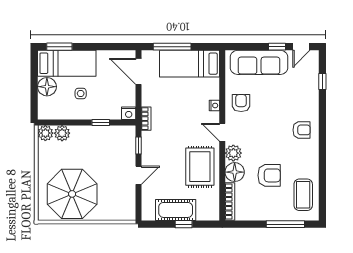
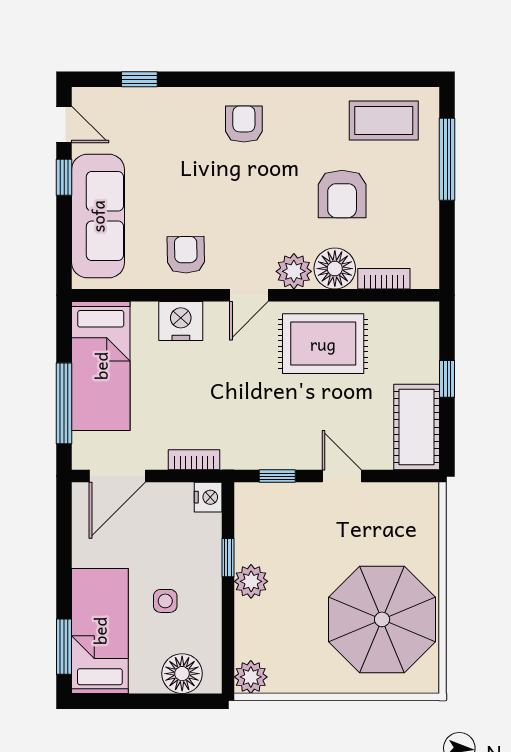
floor lamp: (47, 87) -> (182, 674), moved
armchair: (241, 103) -> (186, 255), turned 89
nightstand: (214, 105) -> (181, 321), width x1.89, depth x1.79
bookcase: (146, 119) -> (194, 460), moved
plant: (62, 133) -> (251, 581), moved
armchair: (269, 175) -> (342, 194), turned 180
bookcase: (230, 202) -> (384, 279), width x0.64
cot: (176, 210) -> (417, 427), moved

